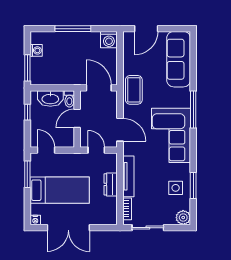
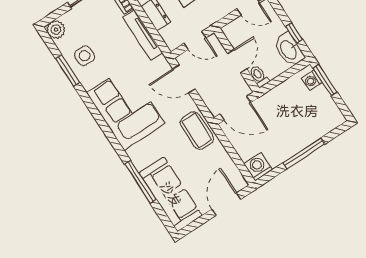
washing machine: (36, 50) -> (312, 80), moved
washbasin: (50, 99) -> (289, 50), moved, turned -90
window: (193, 109) -> (140, 182), moved

